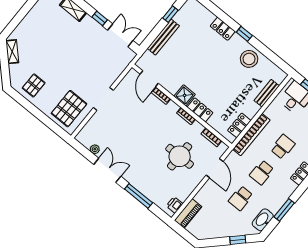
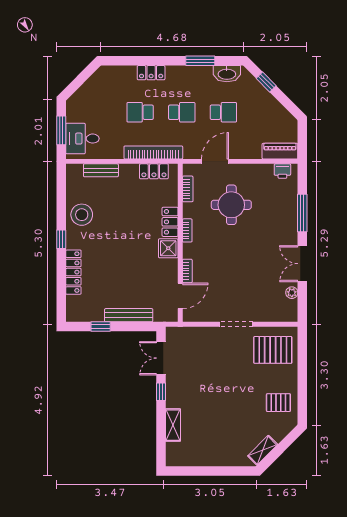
locker: (223, 29) -> (73, 272), width x1.53

